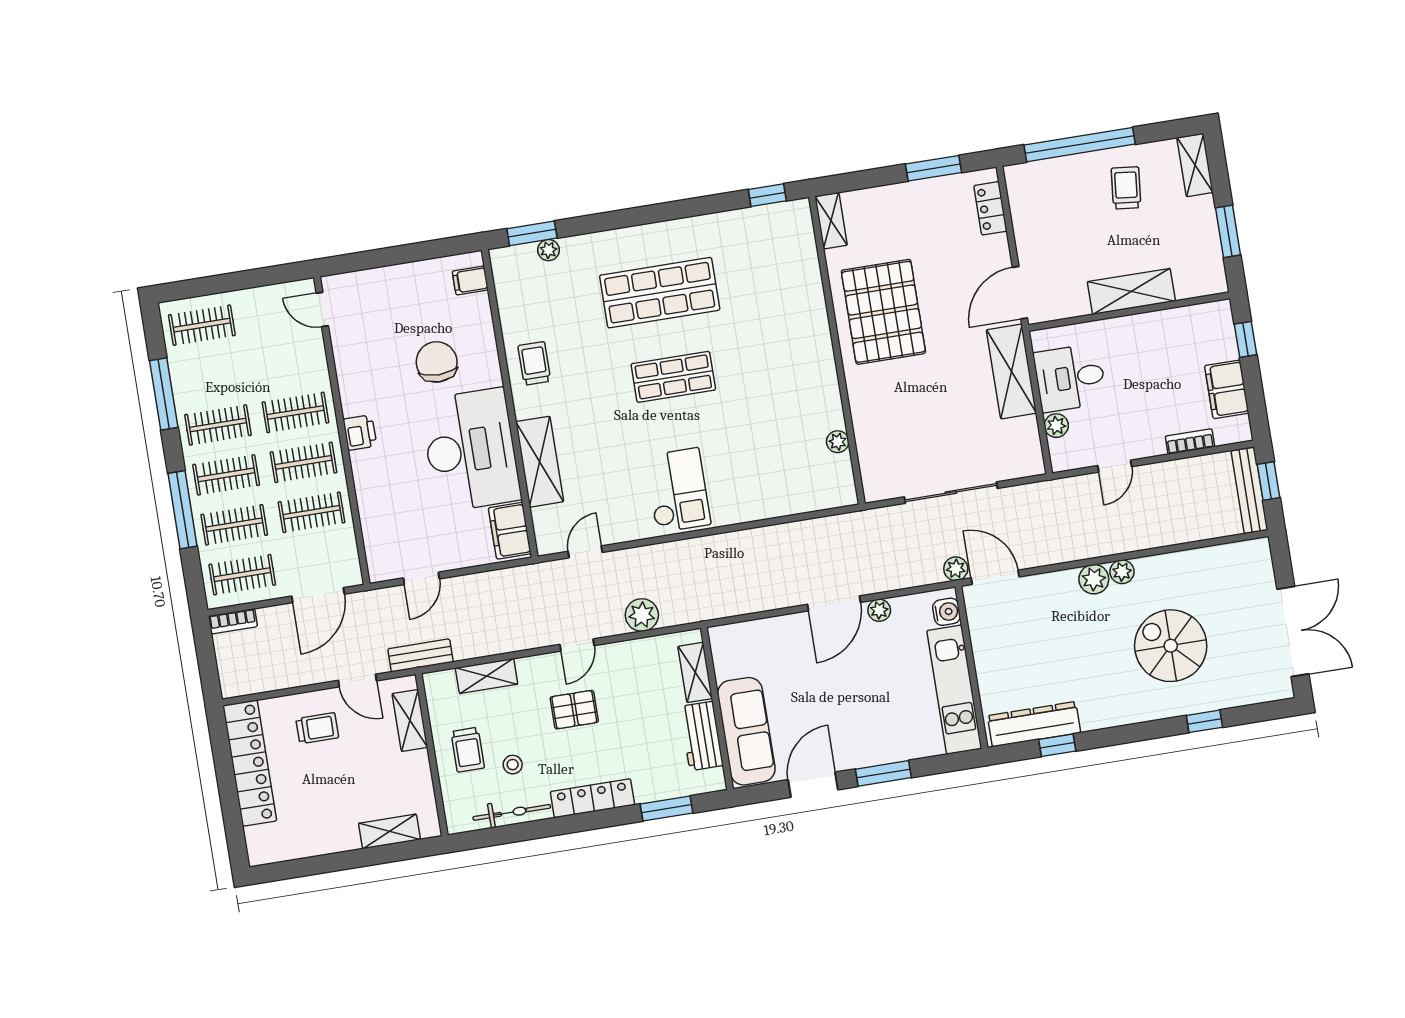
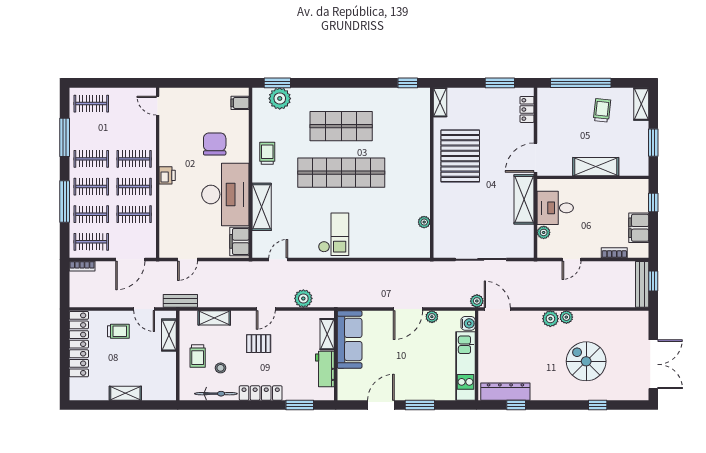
plant: (548, 250) -> (280, 98), width x1.88, depth x1.88
shop shelf: (673, 377) -> (341, 173), width x2.00, depth x1.36
sofa: (746, 731) -> (350, 339), moved
shelving: (389, 831) -> (125, 393), moved

